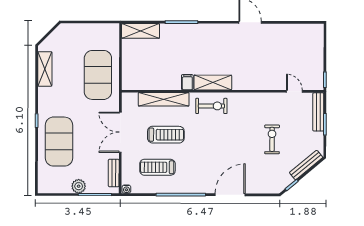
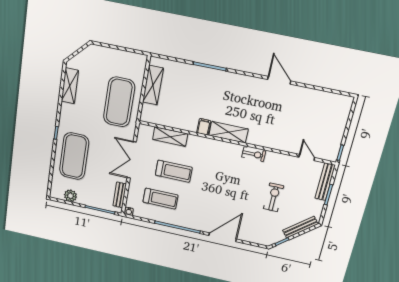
shelving: (141, 31) -> (153, 85), moved, turned 90
shelving: (164, 99) -> (170, 137), width x0.68
exercise bike: (211, 106) -> (254, 154), moved, width x0.73, depth x0.72
treadmill: (157, 167) -> (160, 199), turned 180
plant: (79, 186) -> (70, 196), moved

